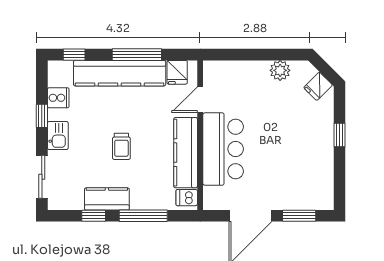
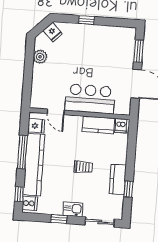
cooker: (58, 98) -> (30, 203), moved, turned 90
kitchen counter: (186, 153) -> (98, 125), width x0.67
window: (143, 216) -> (131, 156), removed

